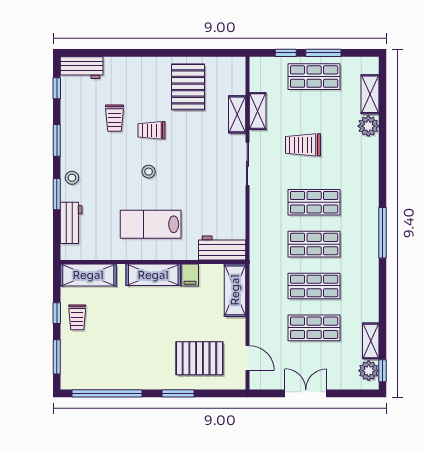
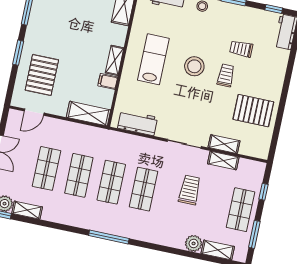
window: (323, 53) -> (254, 234), moved
stool: (149, 172) -> (194, 66), width x1.89, depth x1.89
workbench: (222, 248) -> (138, 123), moved, turned -90
shelving: (153, 275) -> (115, 60), width x0.67, depth x0.75

